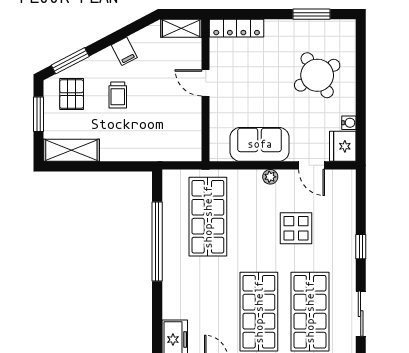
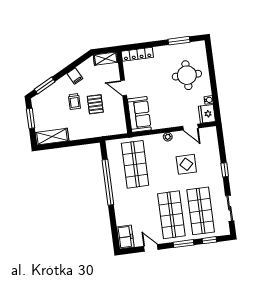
round table: (317, 75) -> (187, 75), turned 31
pallet: (72, 94) -> (95, 104), moved
sofa: (260, 144) -> (139, 114), moved, turned 90

